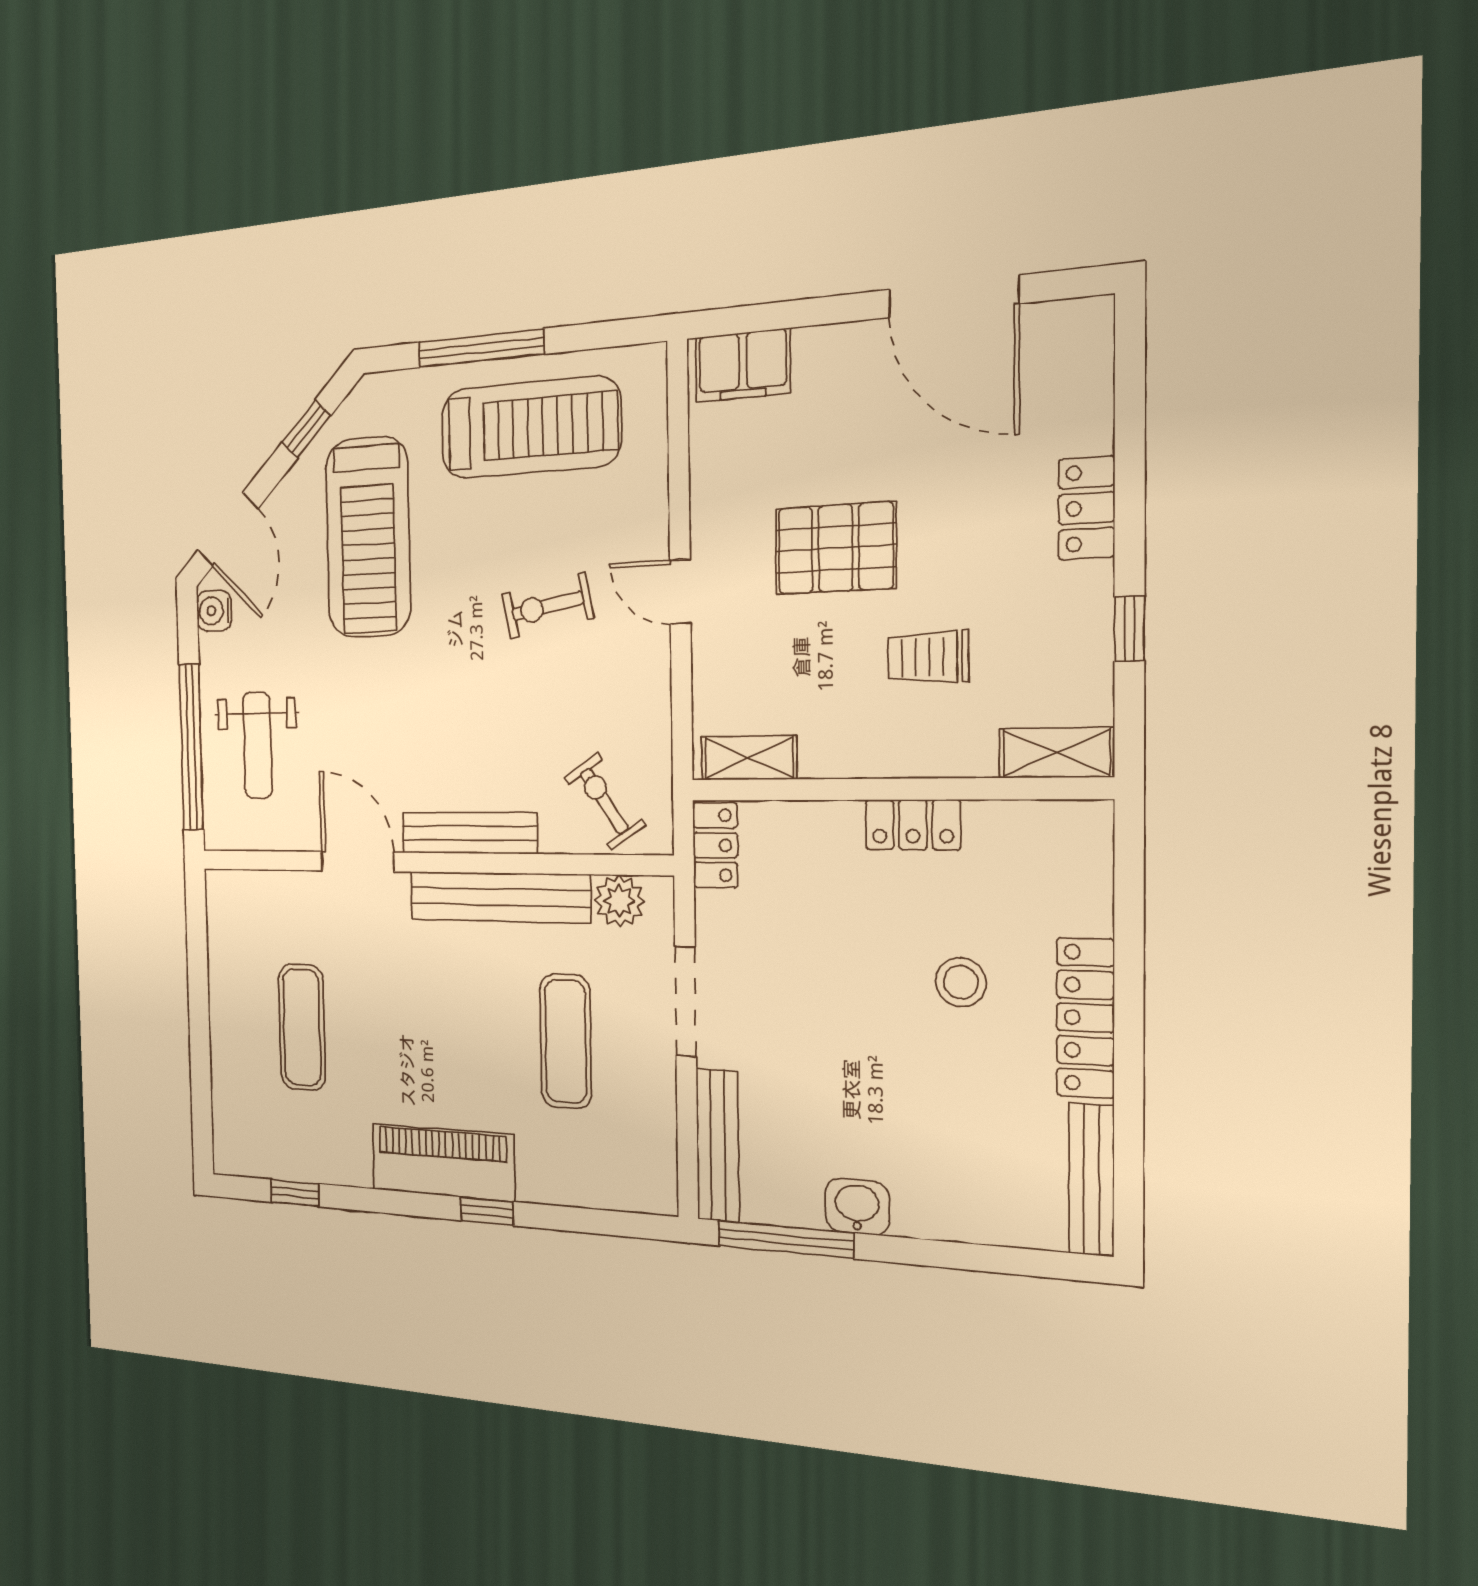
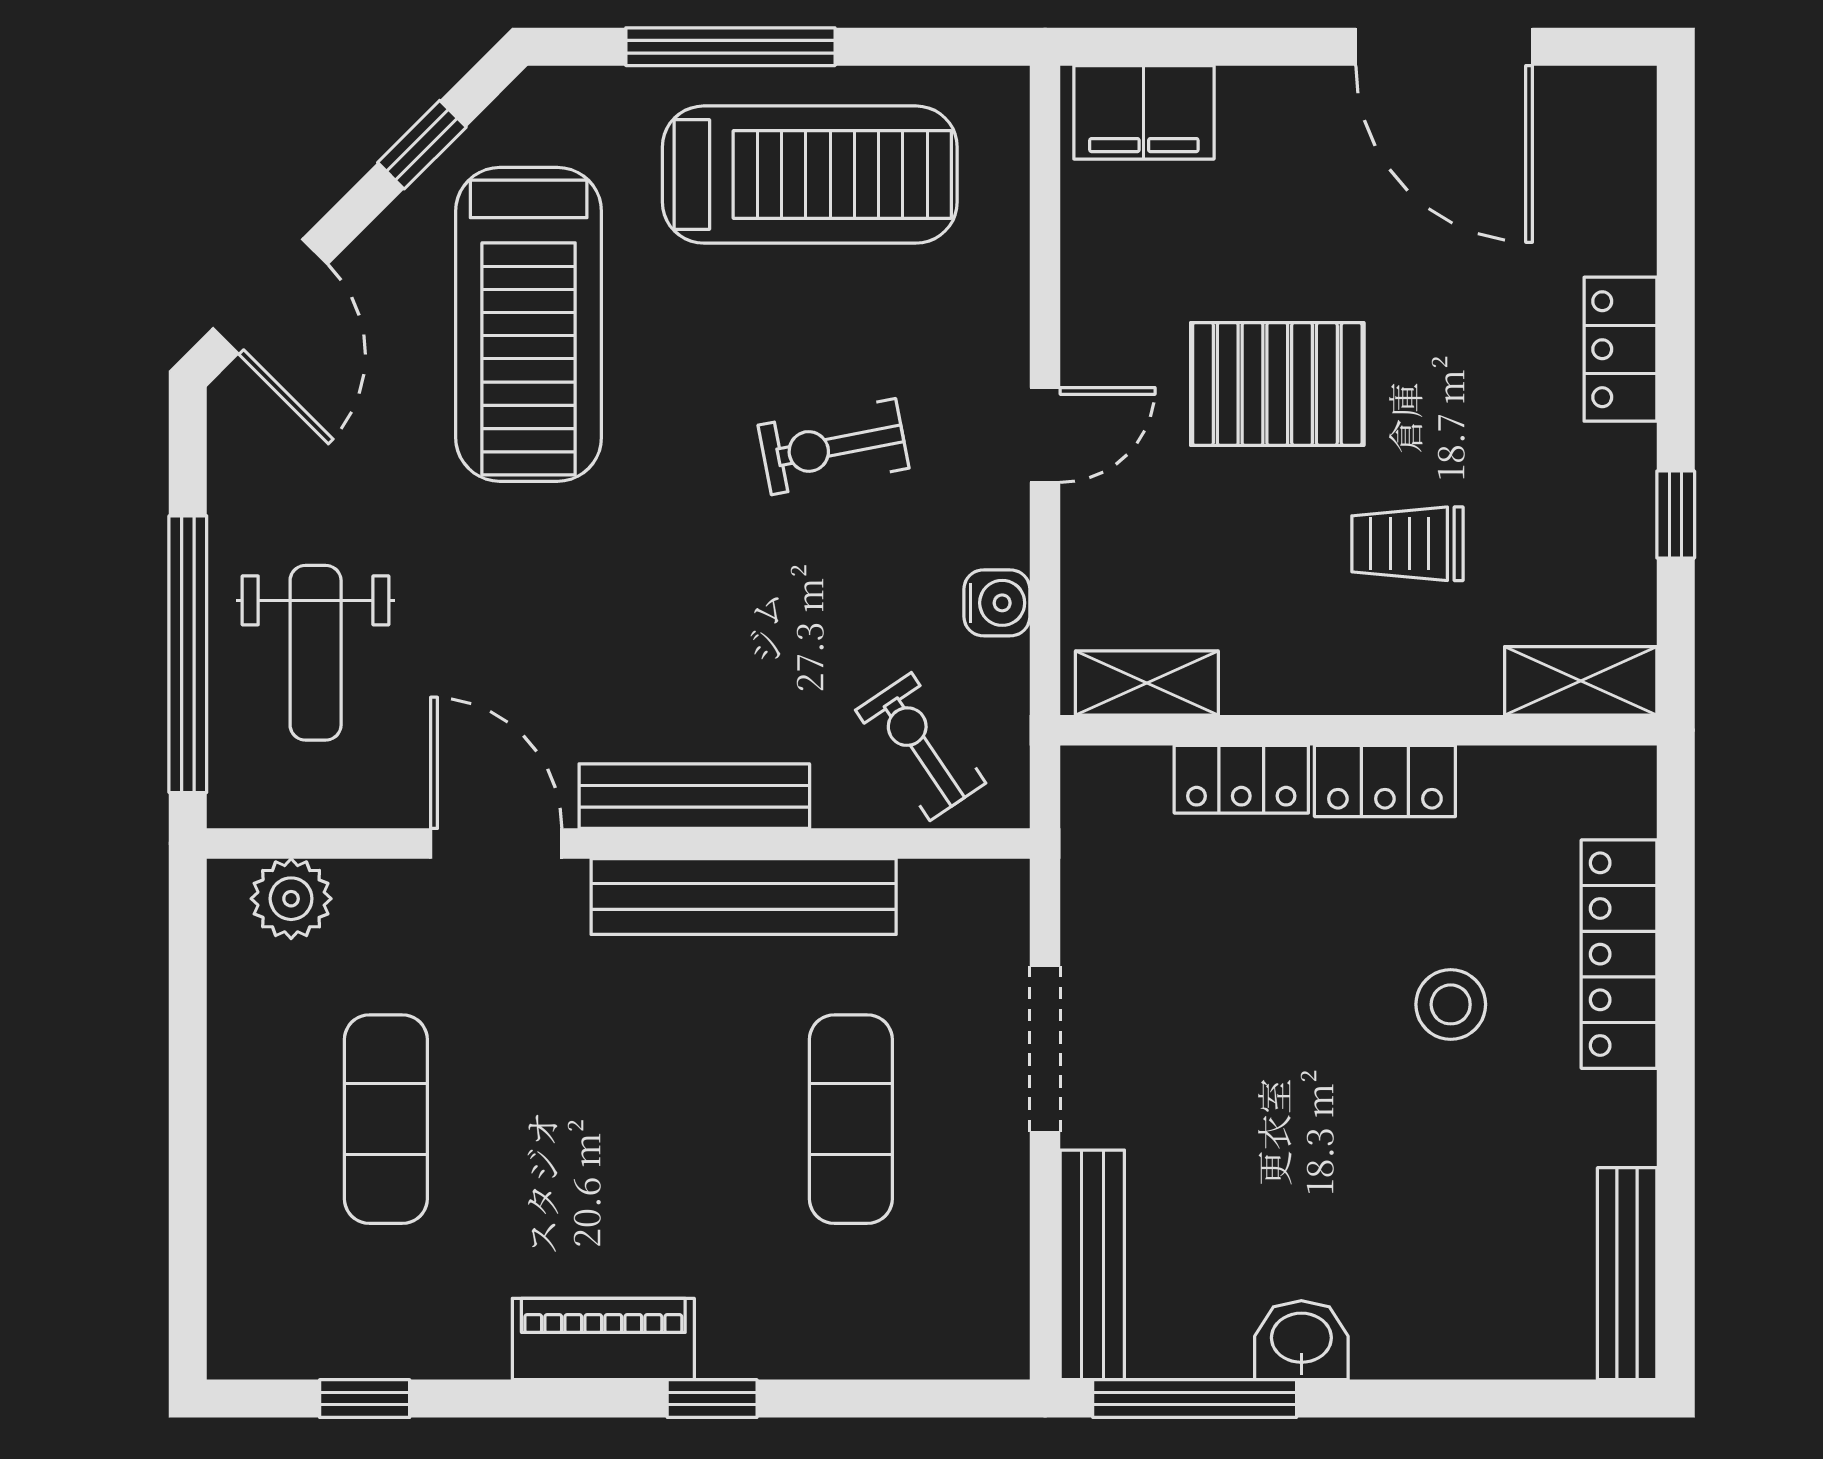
door: (680, 592) -> (1045, 435), swing flipped
water cooler: (214, 611) -> (997, 603), moved, turned 180
locker: (715, 845) -> (1241, 779), moved, turned 90
plant: (619, 901) -> (291, 899), moved
locker: (1085, 1018) -> (1619, 954), moved
piano: (443, 1162) -> (603, 1339), width x0.73, depth x0.75

